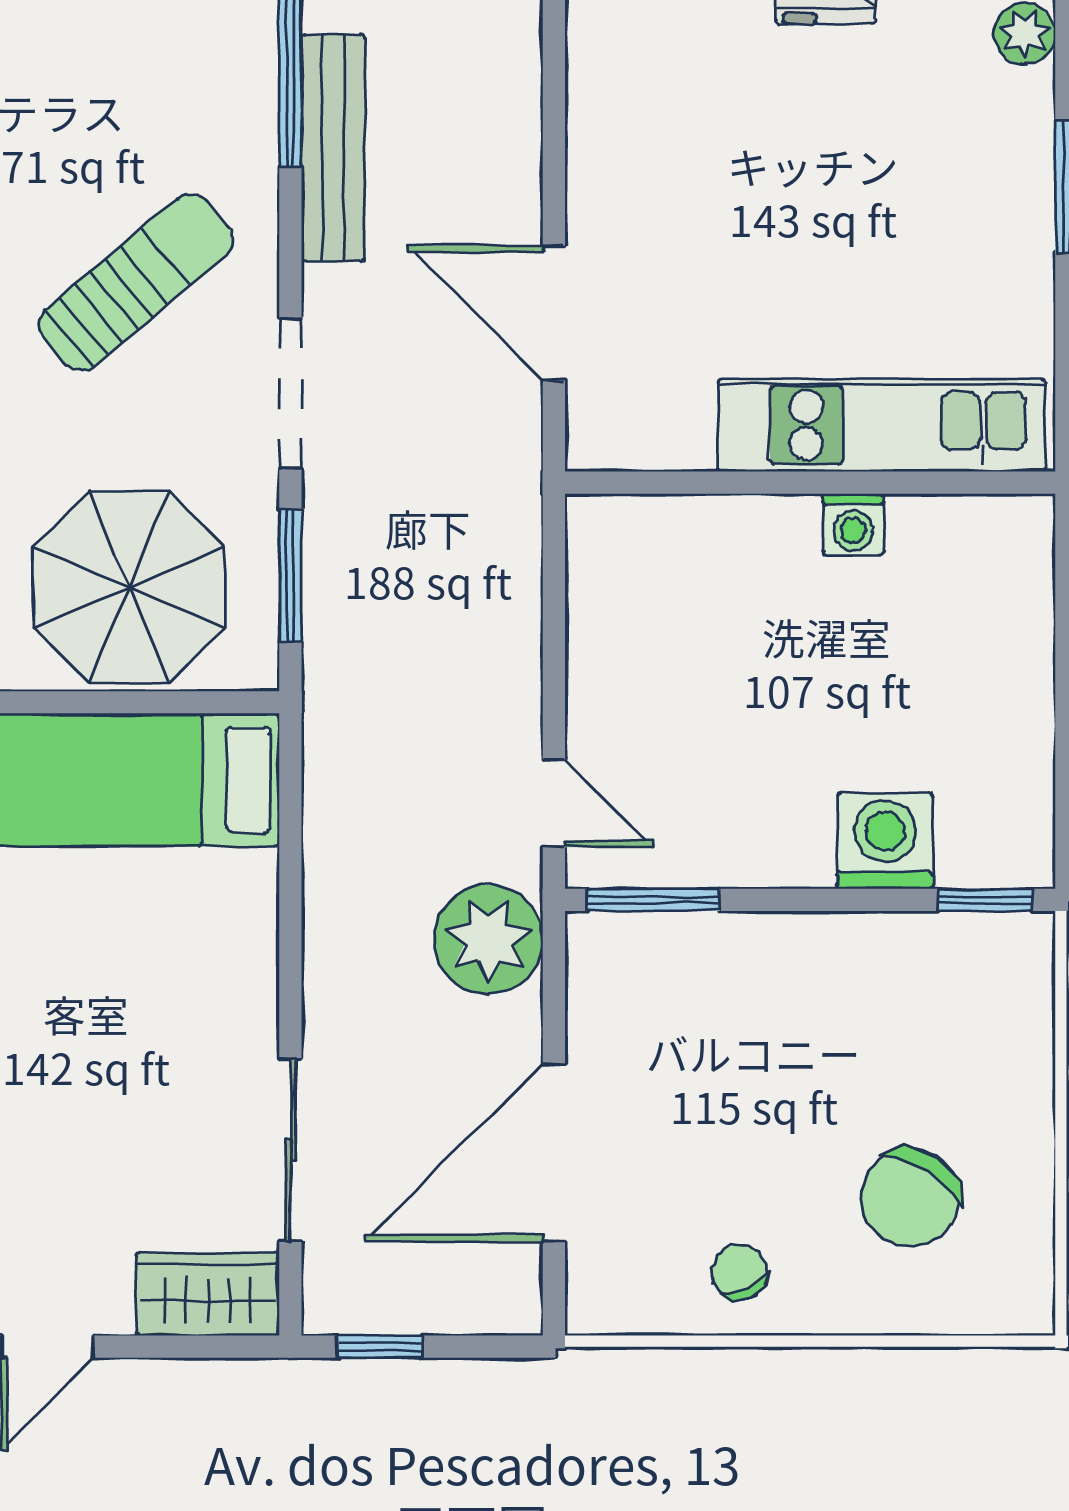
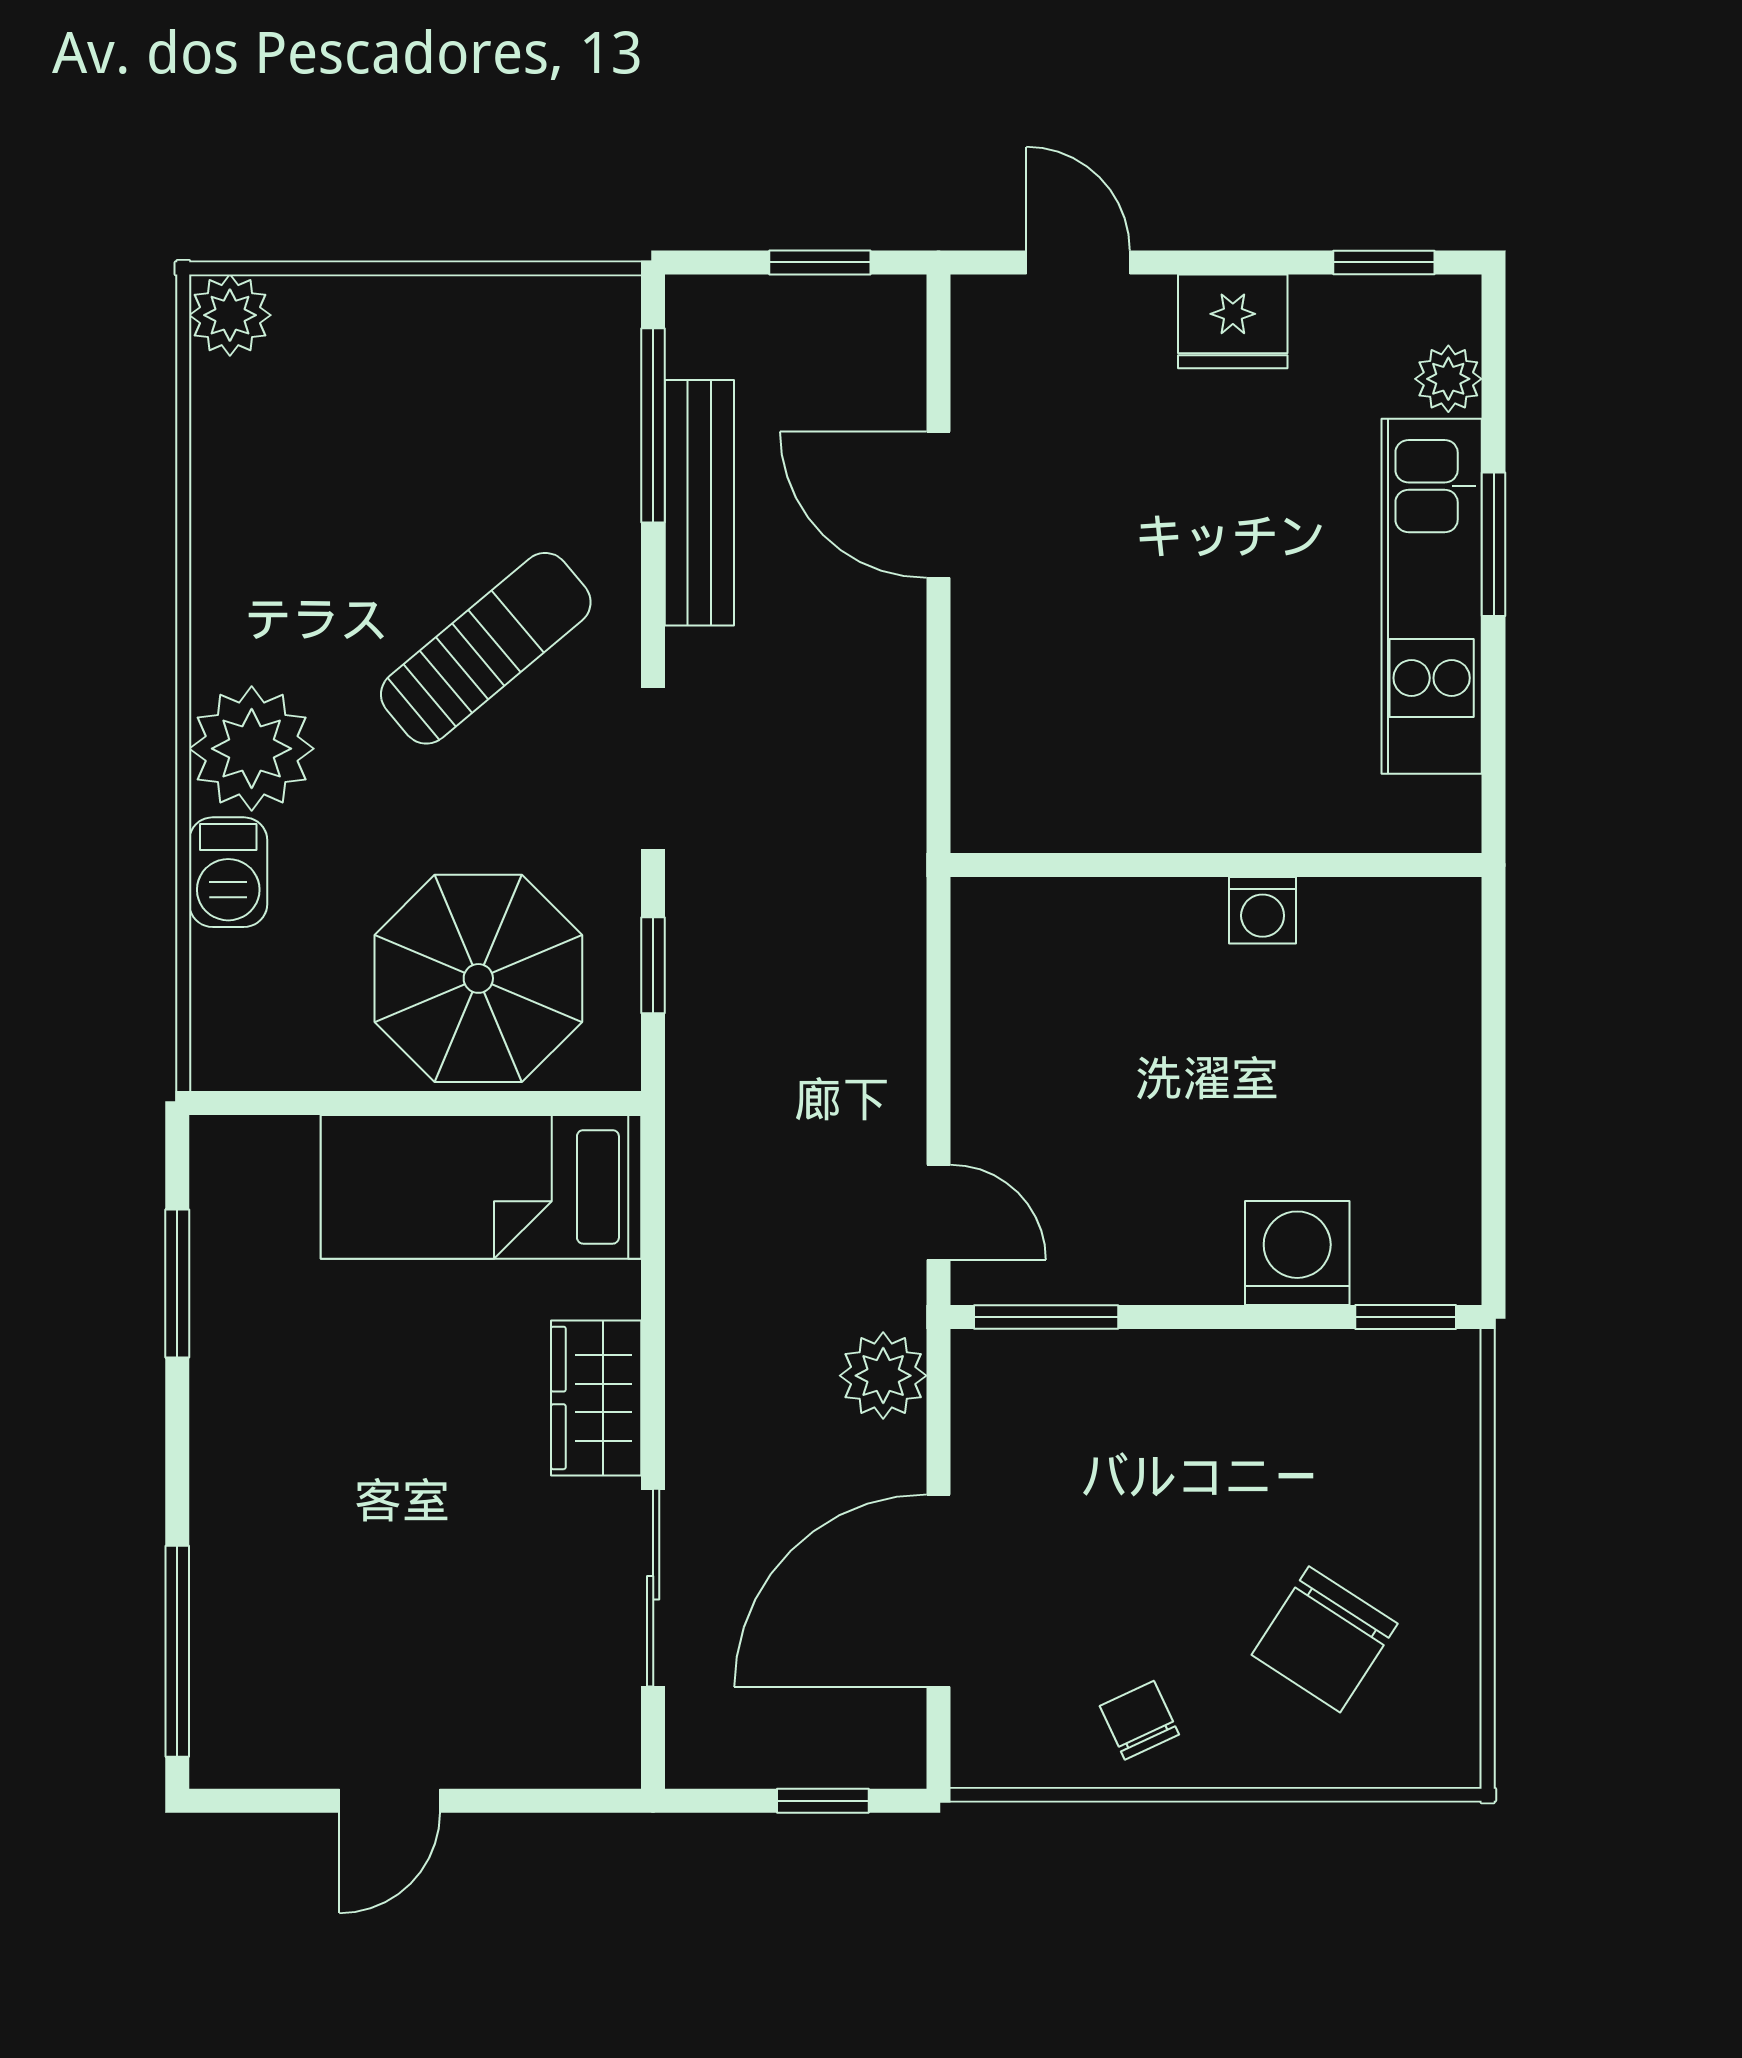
door: (554, 313) -> (939, 505), moved
kitchen unit: (882, 425) -> (1432, 596), moved, turned -90
window: (290, 575) -> (653, 965), width x0.67
plant: (488, 939) -> (883, 1376), width x0.73, depth x0.73
wardrobe: (208, 1294) -> (596, 1398), moved, turned -90
window: (380, 1347) -> (823, 1801), moved

